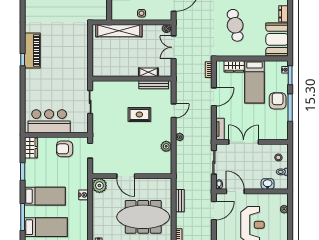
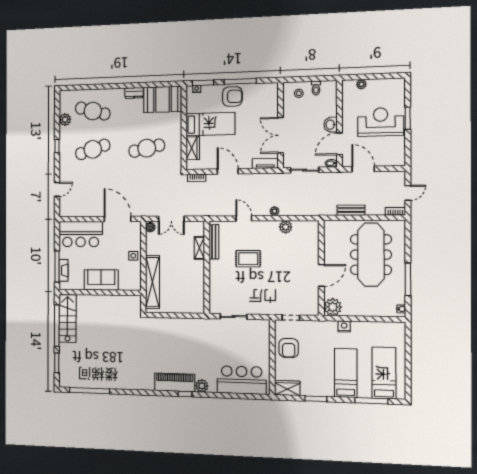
plant: (30, 74) -> (202, 386), added
armchair: (278, 101) -> (232, 96), turned 180
rug: (139, 114) -> (248, 259), turned 90
bar counter: (49, 121) -> (242, 380), moved, turned 90
washbasin: (268, 184) -> (331, 125), moved

